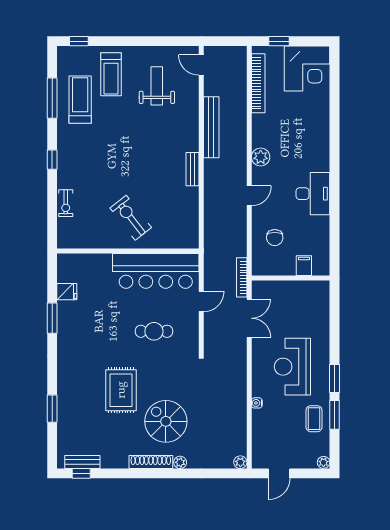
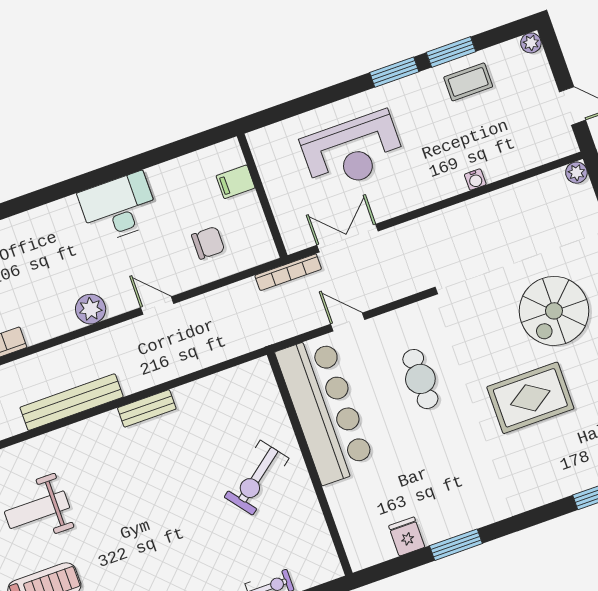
reception desk: (292, 367) -> (353, 151), moved

